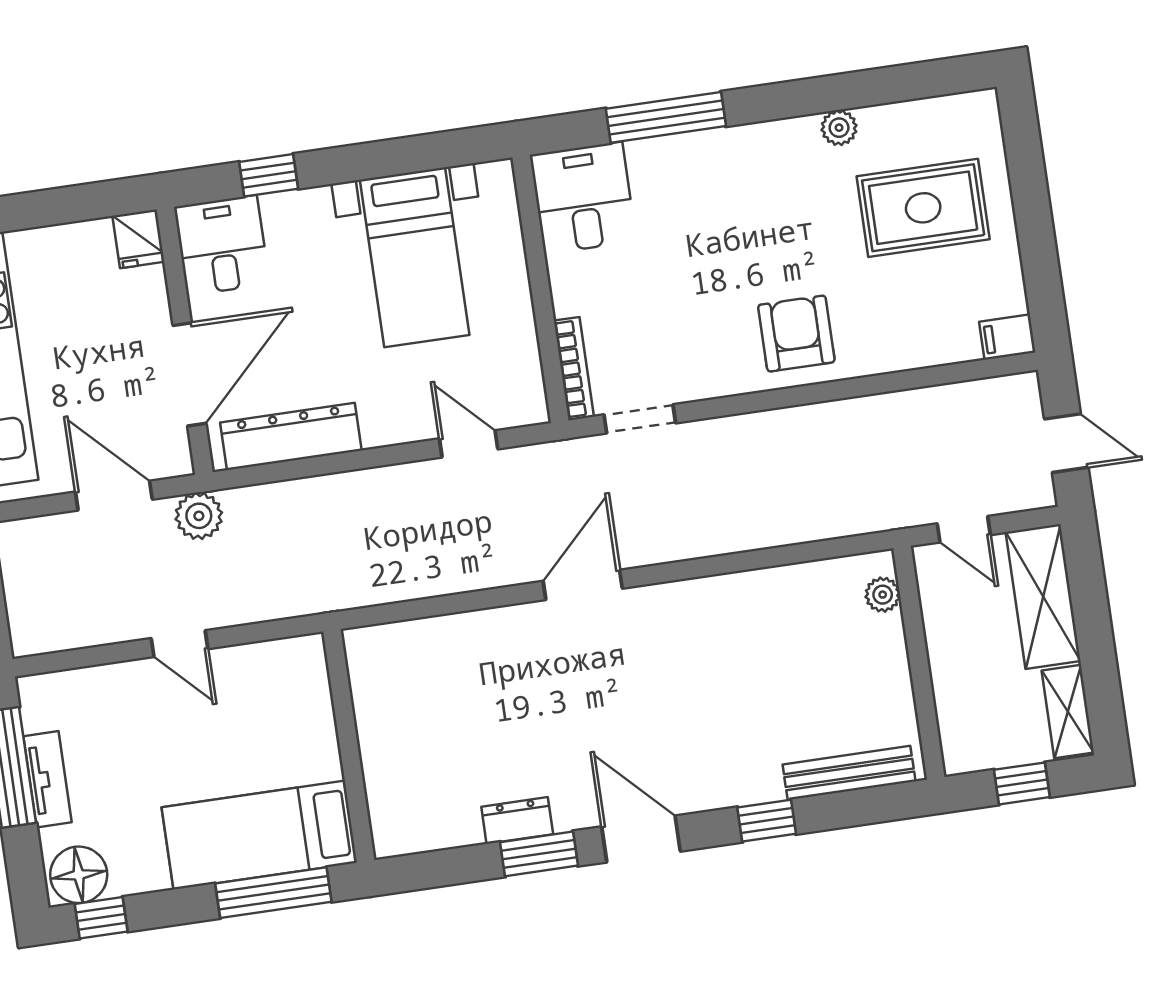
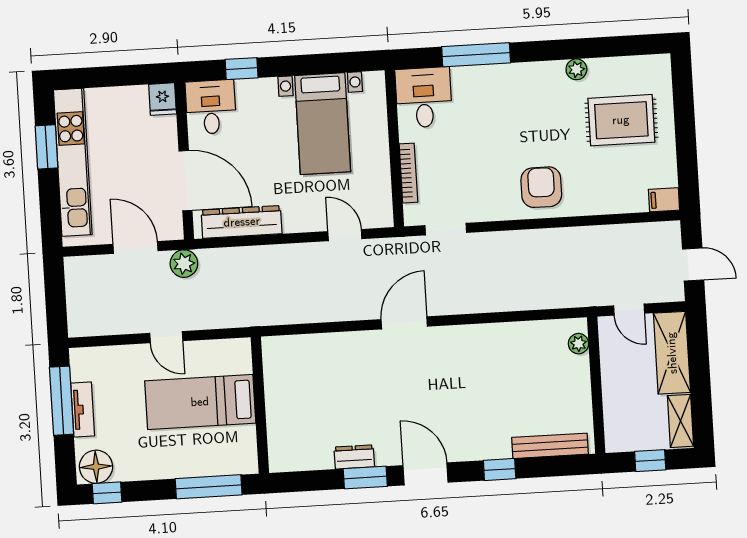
bookcase: (574, 369) -> (408, 173), moved
door: (190, 374) -> (186, 181), hinge flipped
bed: (259, 835) -> (200, 402), moved

